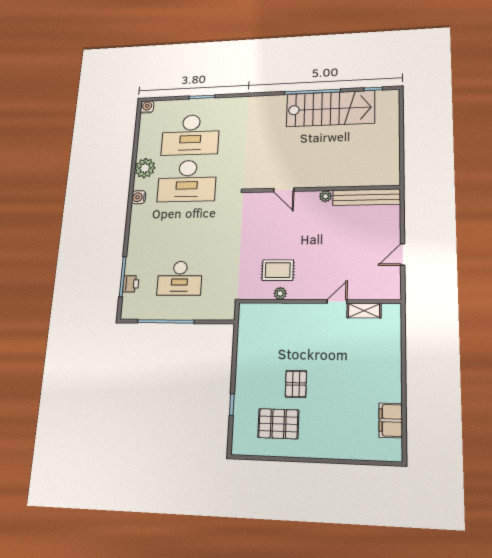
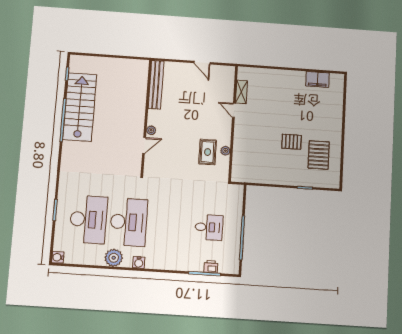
plant: (326, 196) -> (151, 130), moved
desk: (180, 278) -> (209, 227), width x0.73

